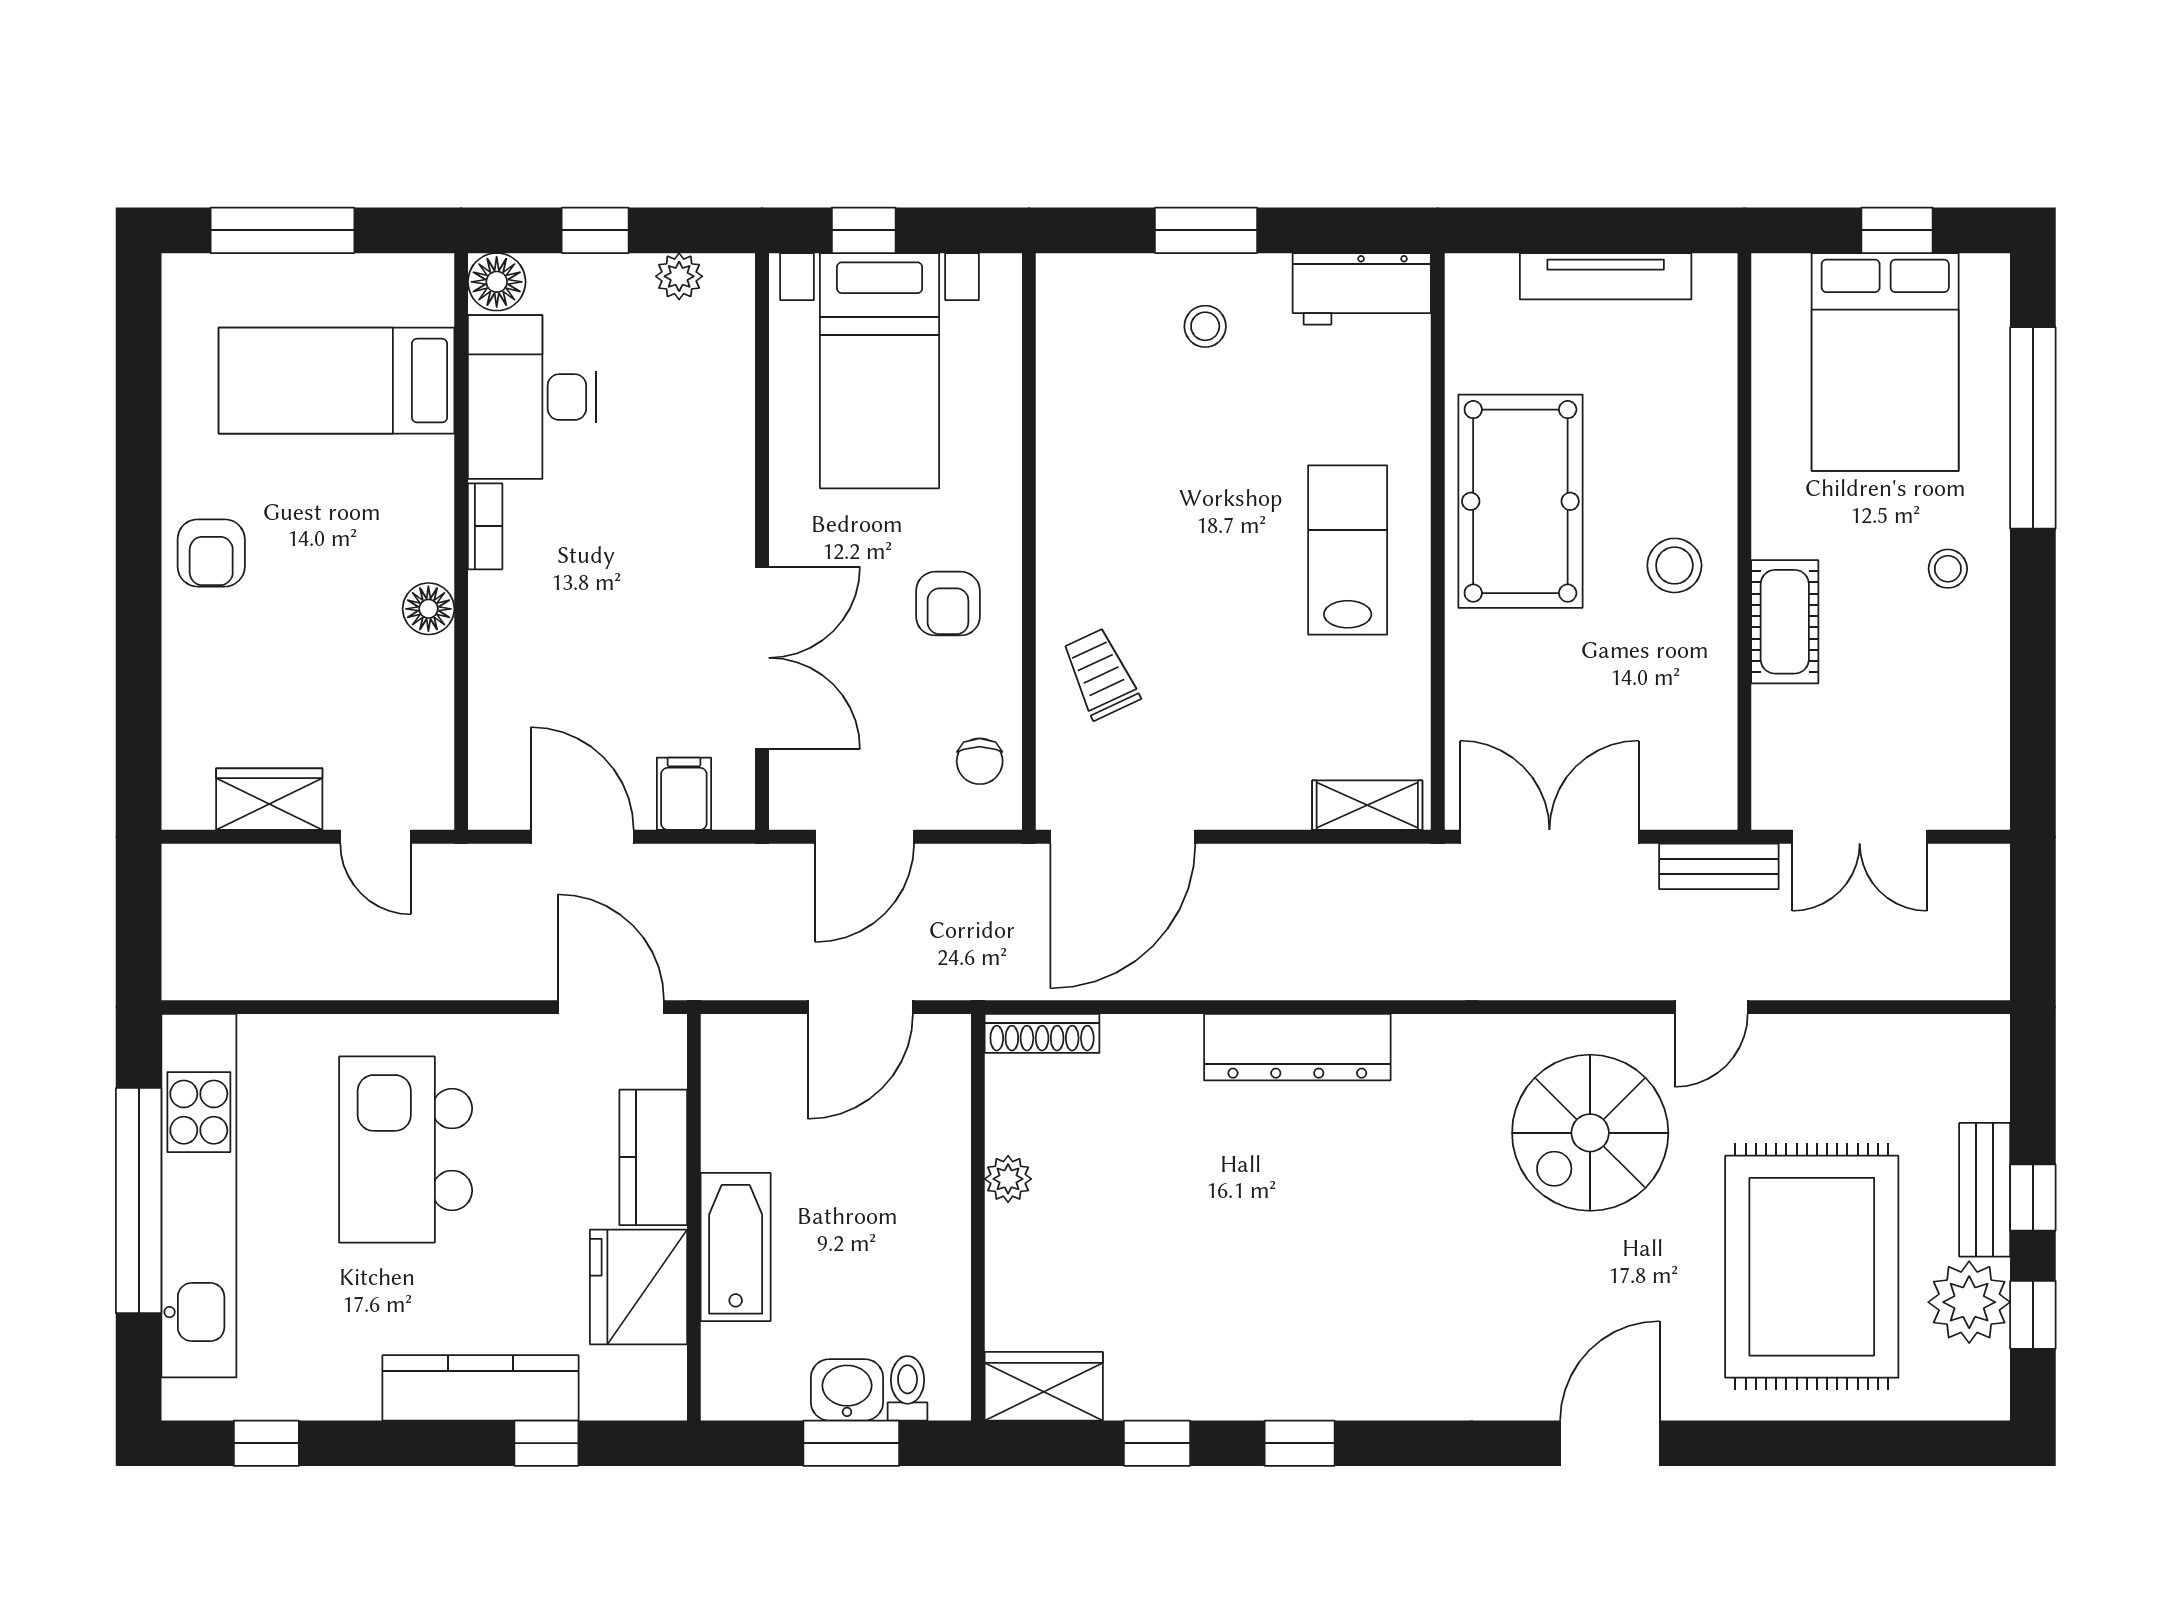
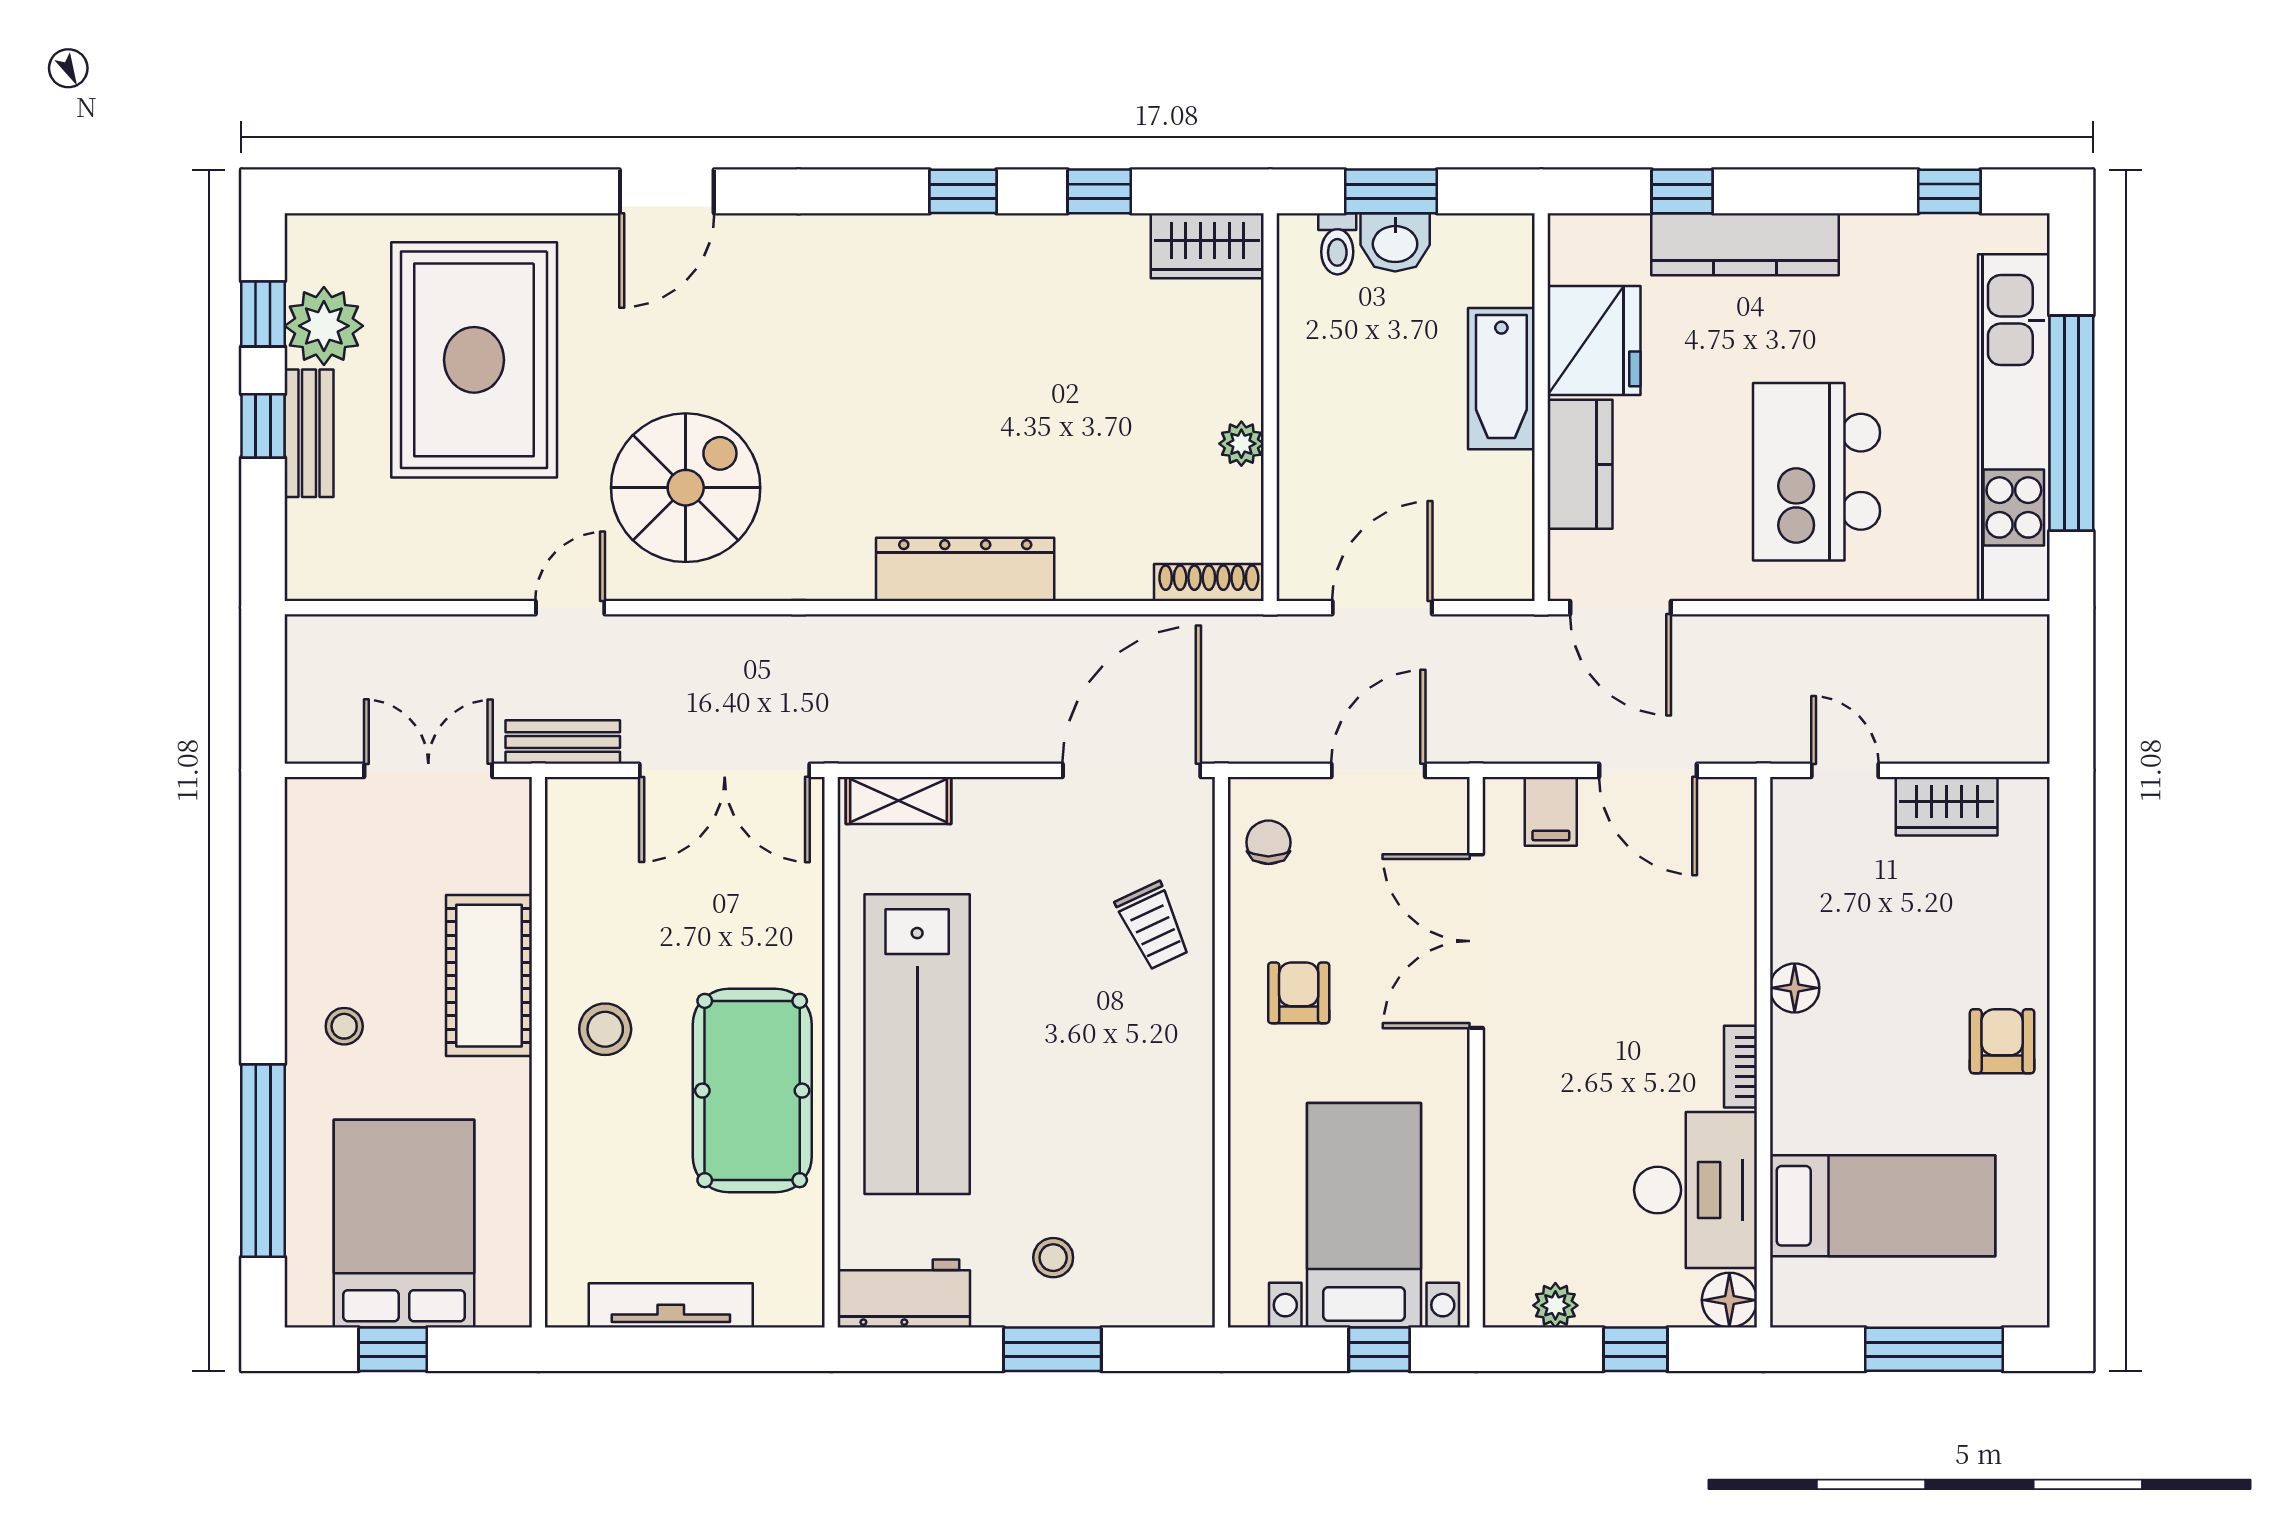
lab bench: (1348, 550) -> (917, 1044), width x1.86, depth x1.39
cot: (1785, 622) -> (489, 976), width x1.37, depth x1.34
kitchen island: (406, 1150) -> (1816, 472), turned 180

